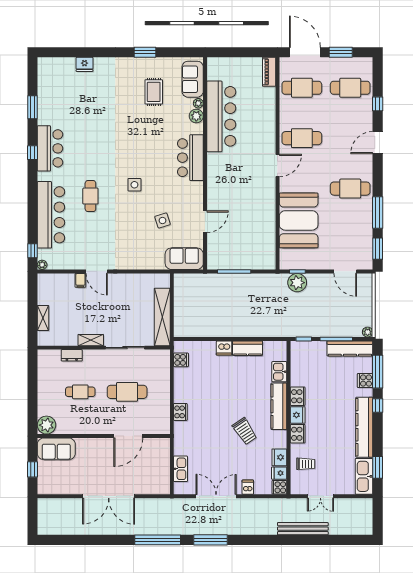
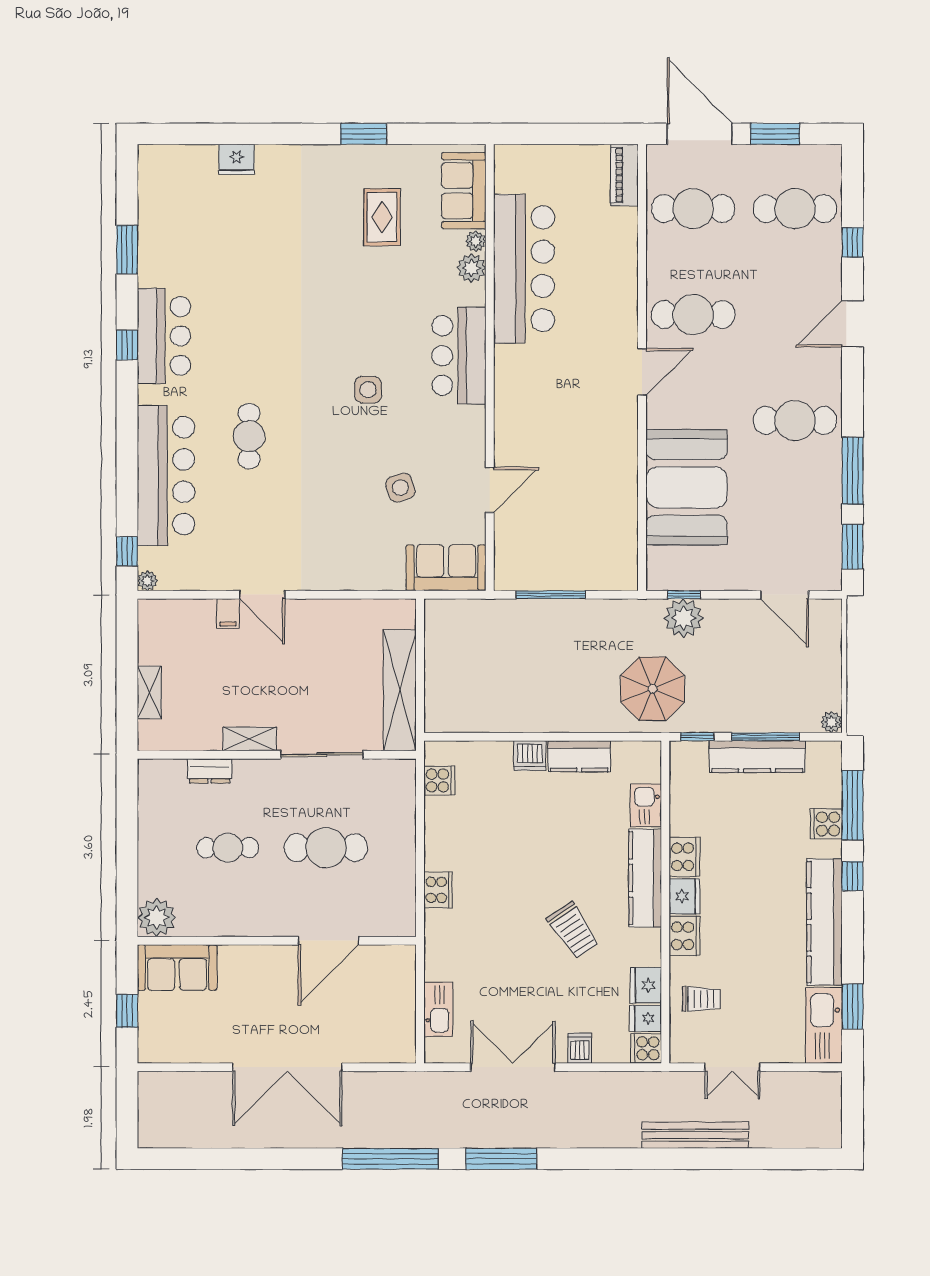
side table: (134, 185) -> (368, 390), moved
parasol: (282, 316) -> (653, 689), added
kitchen counter: (350, 348) -> (757, 757), moved

